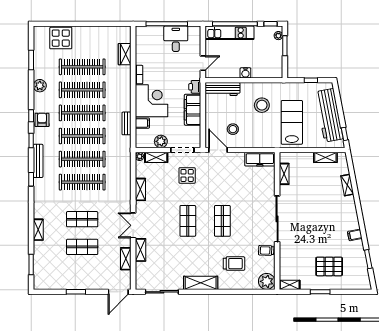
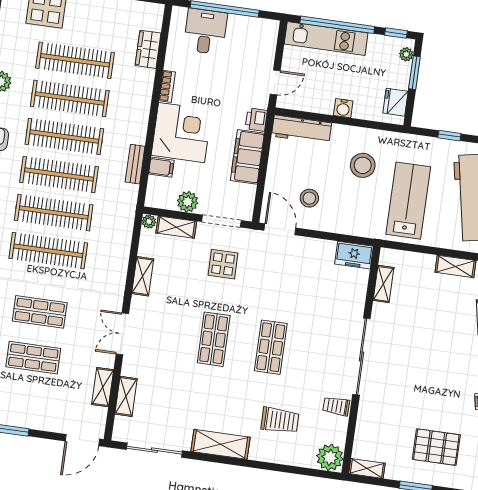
desk: (176, 39) -> (205, 31), moved
fridge: (276, 65) -> (395, 102), added
freezer: (260, 159) -> (354, 255), width x0.71
shelving: (140, 250) -> (126, 396), moved

